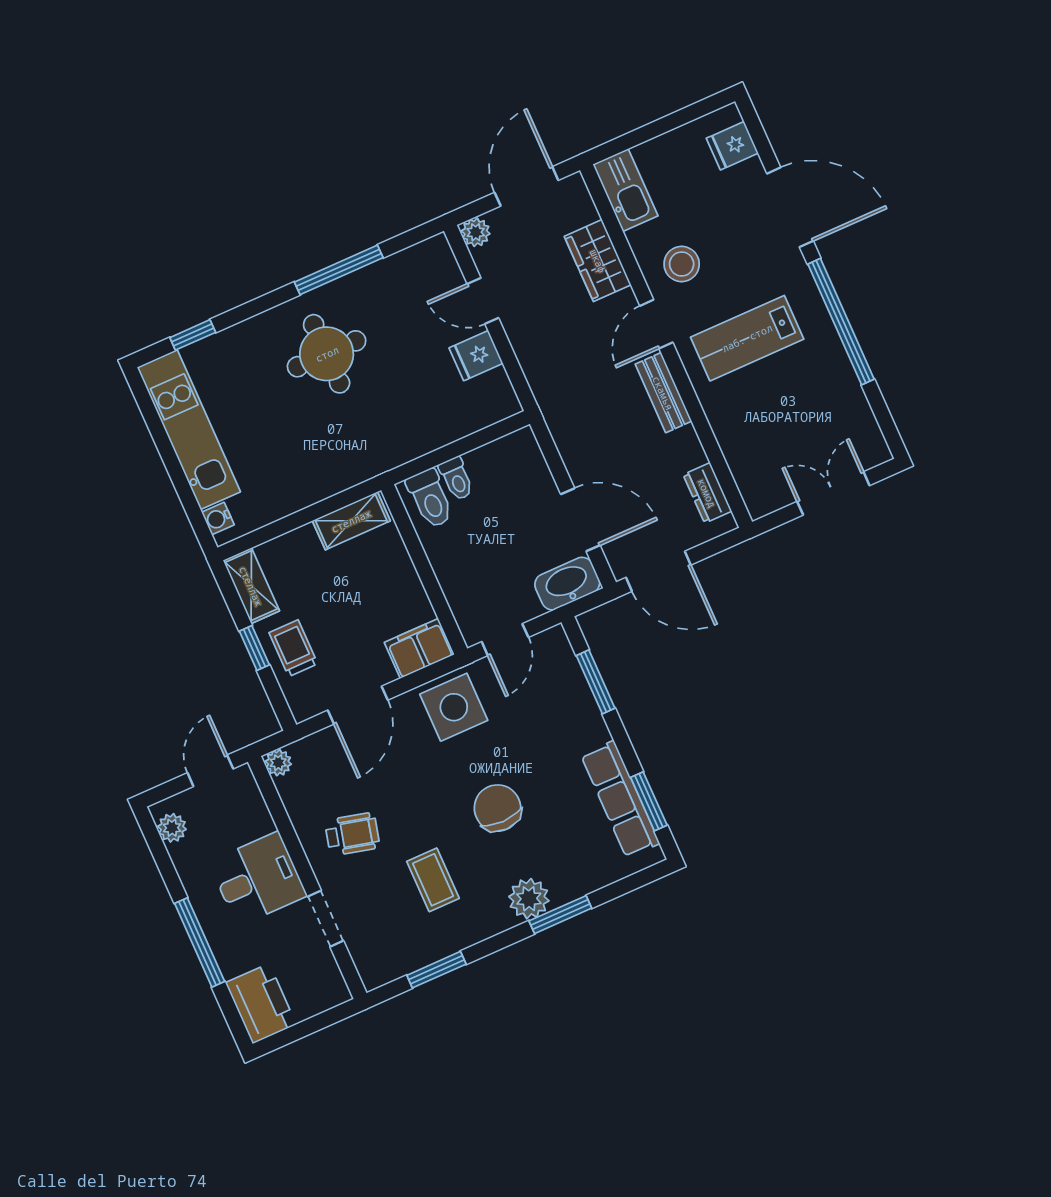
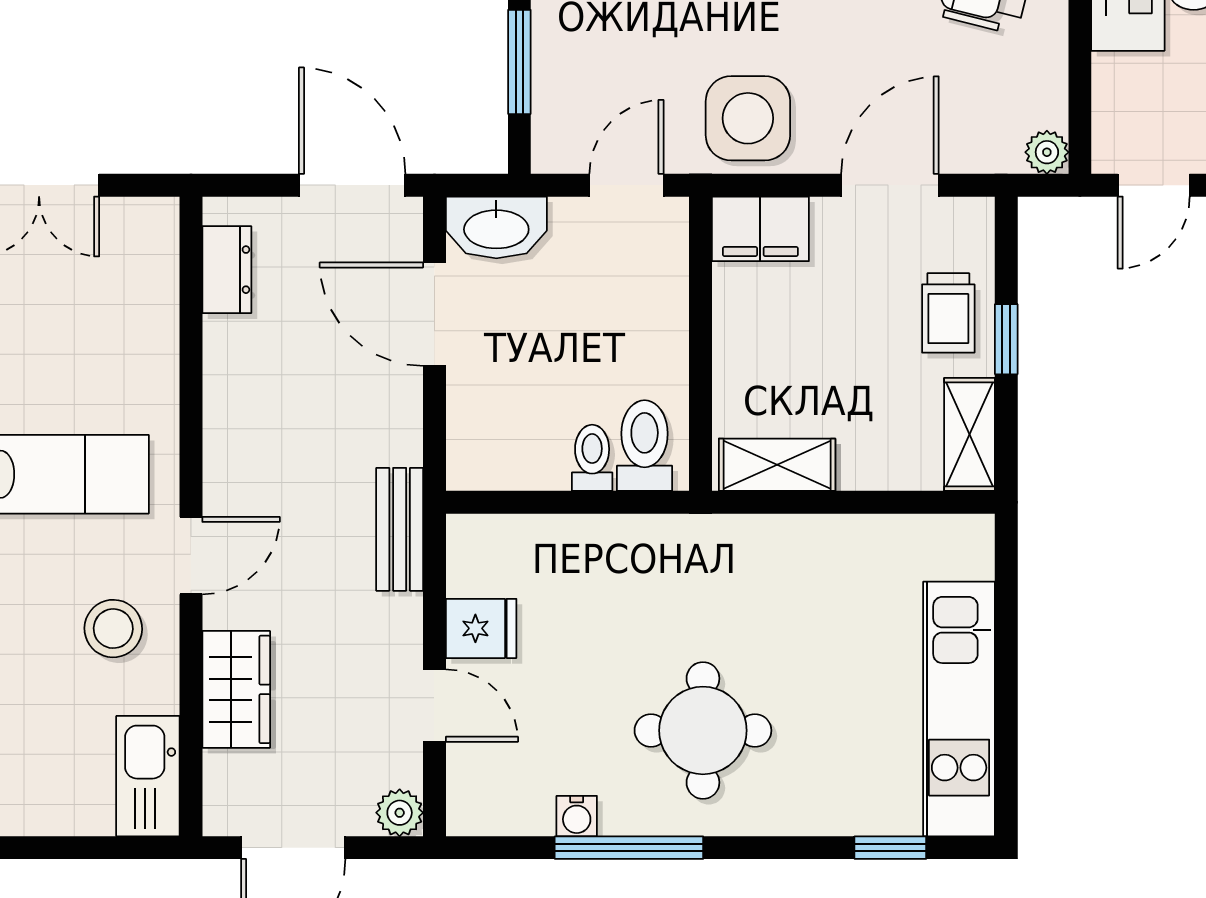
bench: (663, 393) -> (400, 529), moved
water cooler: (218, 519) -> (577, 816), moved, turned 90

